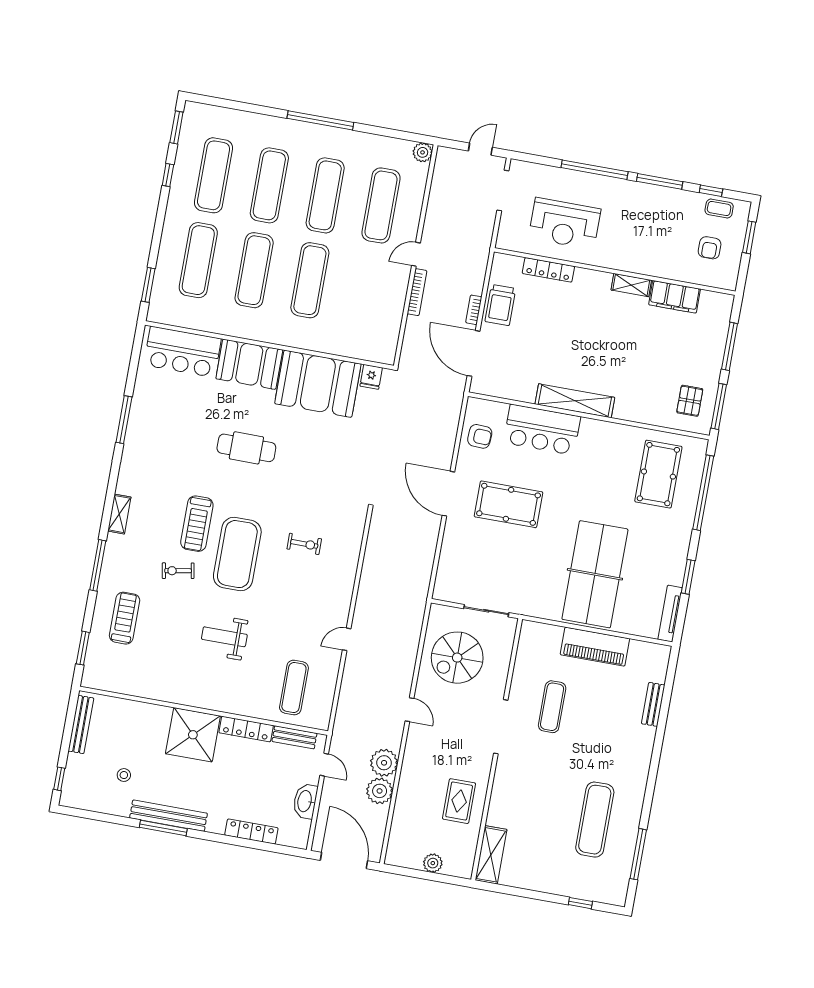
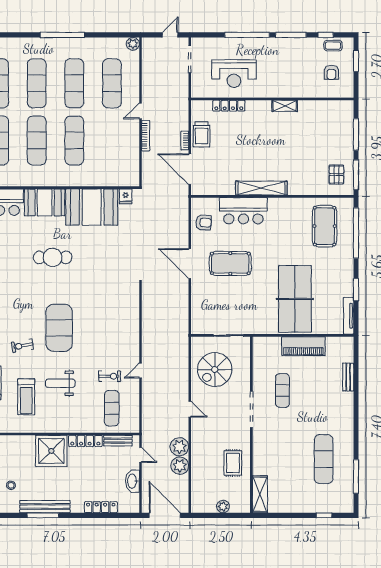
filing cabinet: (675, 297) -> (314, 109), removed
treadmill: (197, 524) -> (26, 397), moved
exercise bike: (304, 544) -> (110, 376), moved

